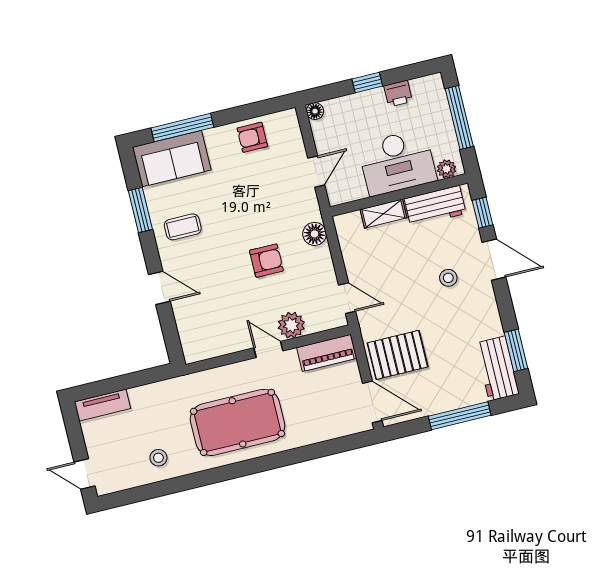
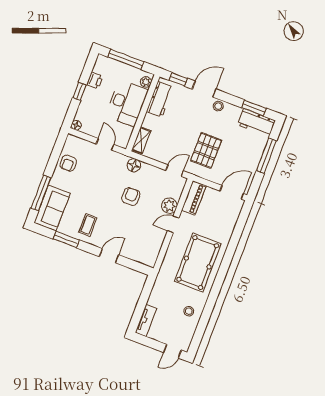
shelving: (383, 214) -> (141, 140), moved
stool: (448, 278) -> (218, 106), moved
pallet: (398, 355) -> (206, 150), moved

